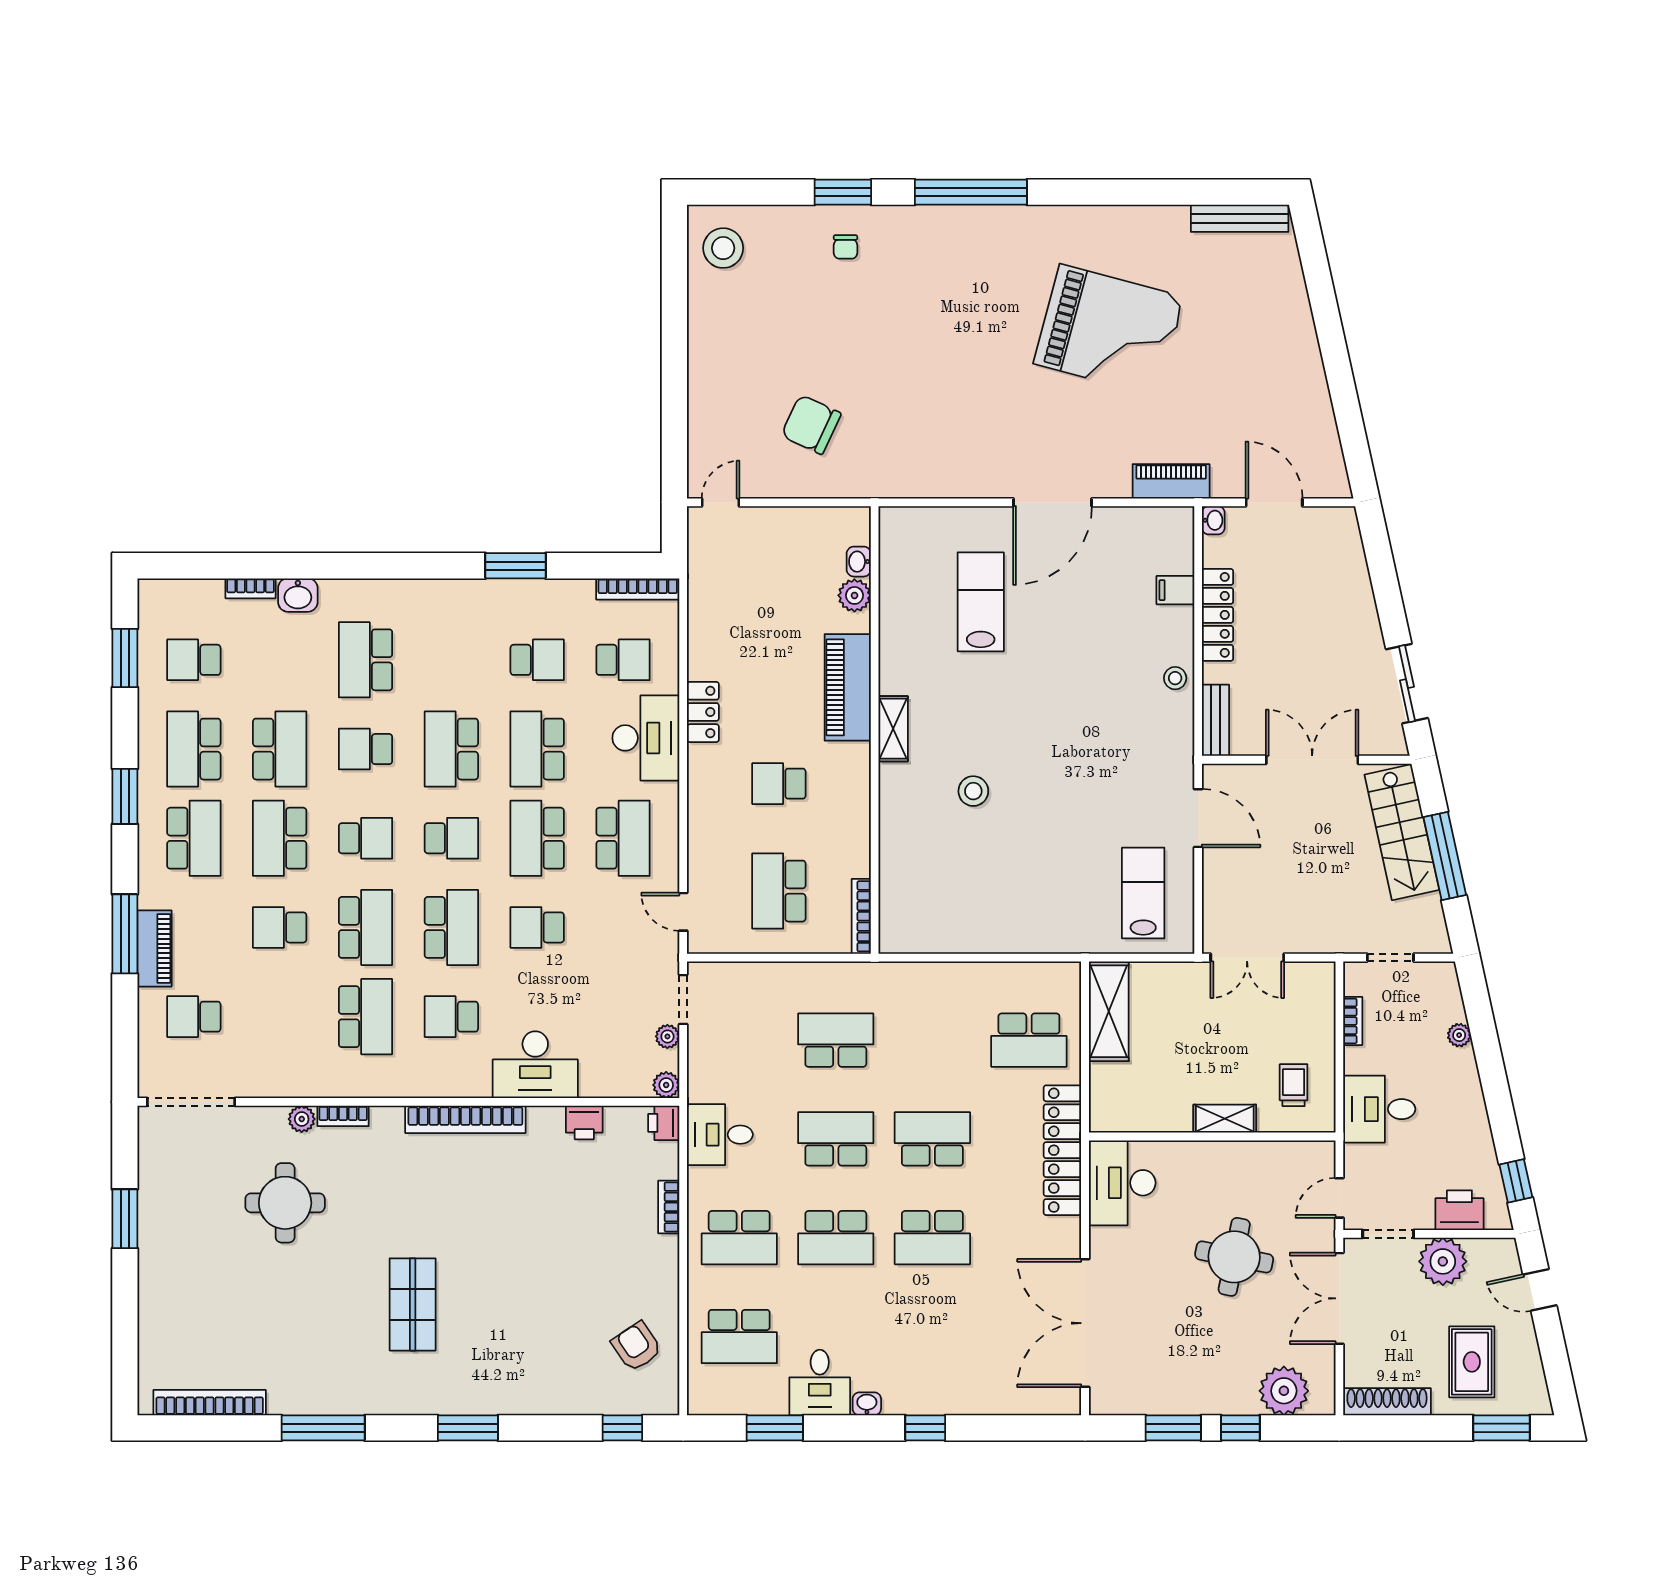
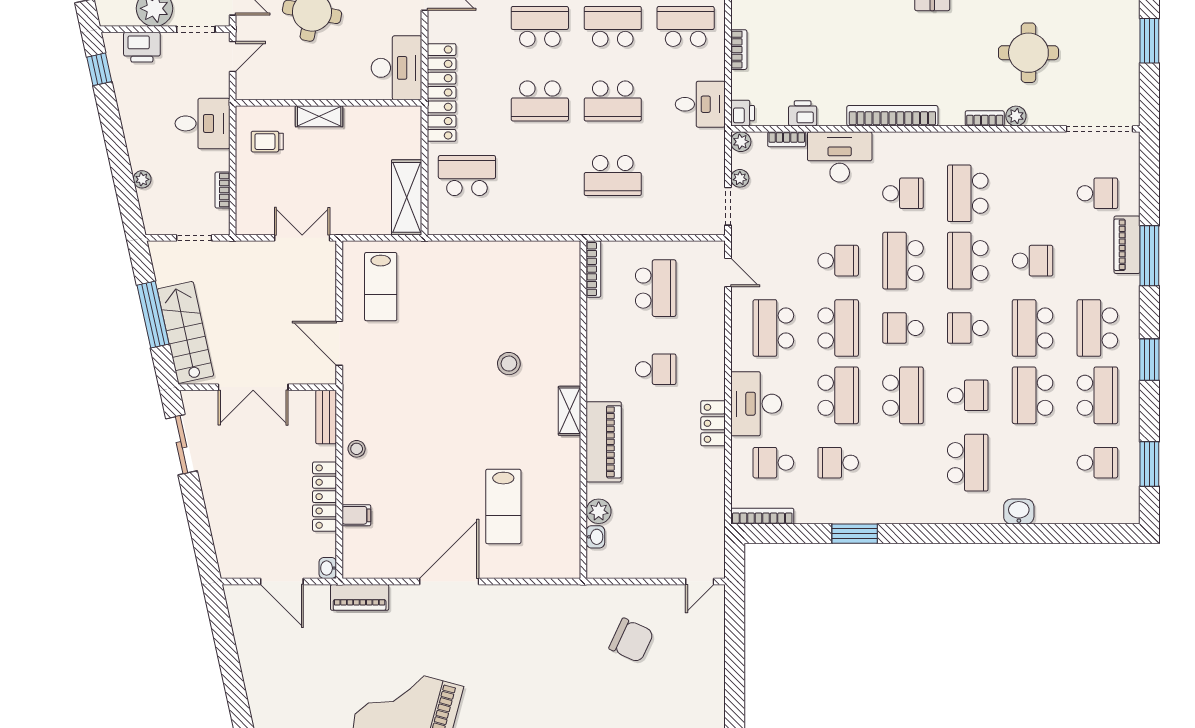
bookcase: (250, 588) -> (787, 139), moved, turned 180
school desk: (280, 838) -> (1033, 328), turned 180
trolley: (1294, 1085) -> (267, 142), turned 90

